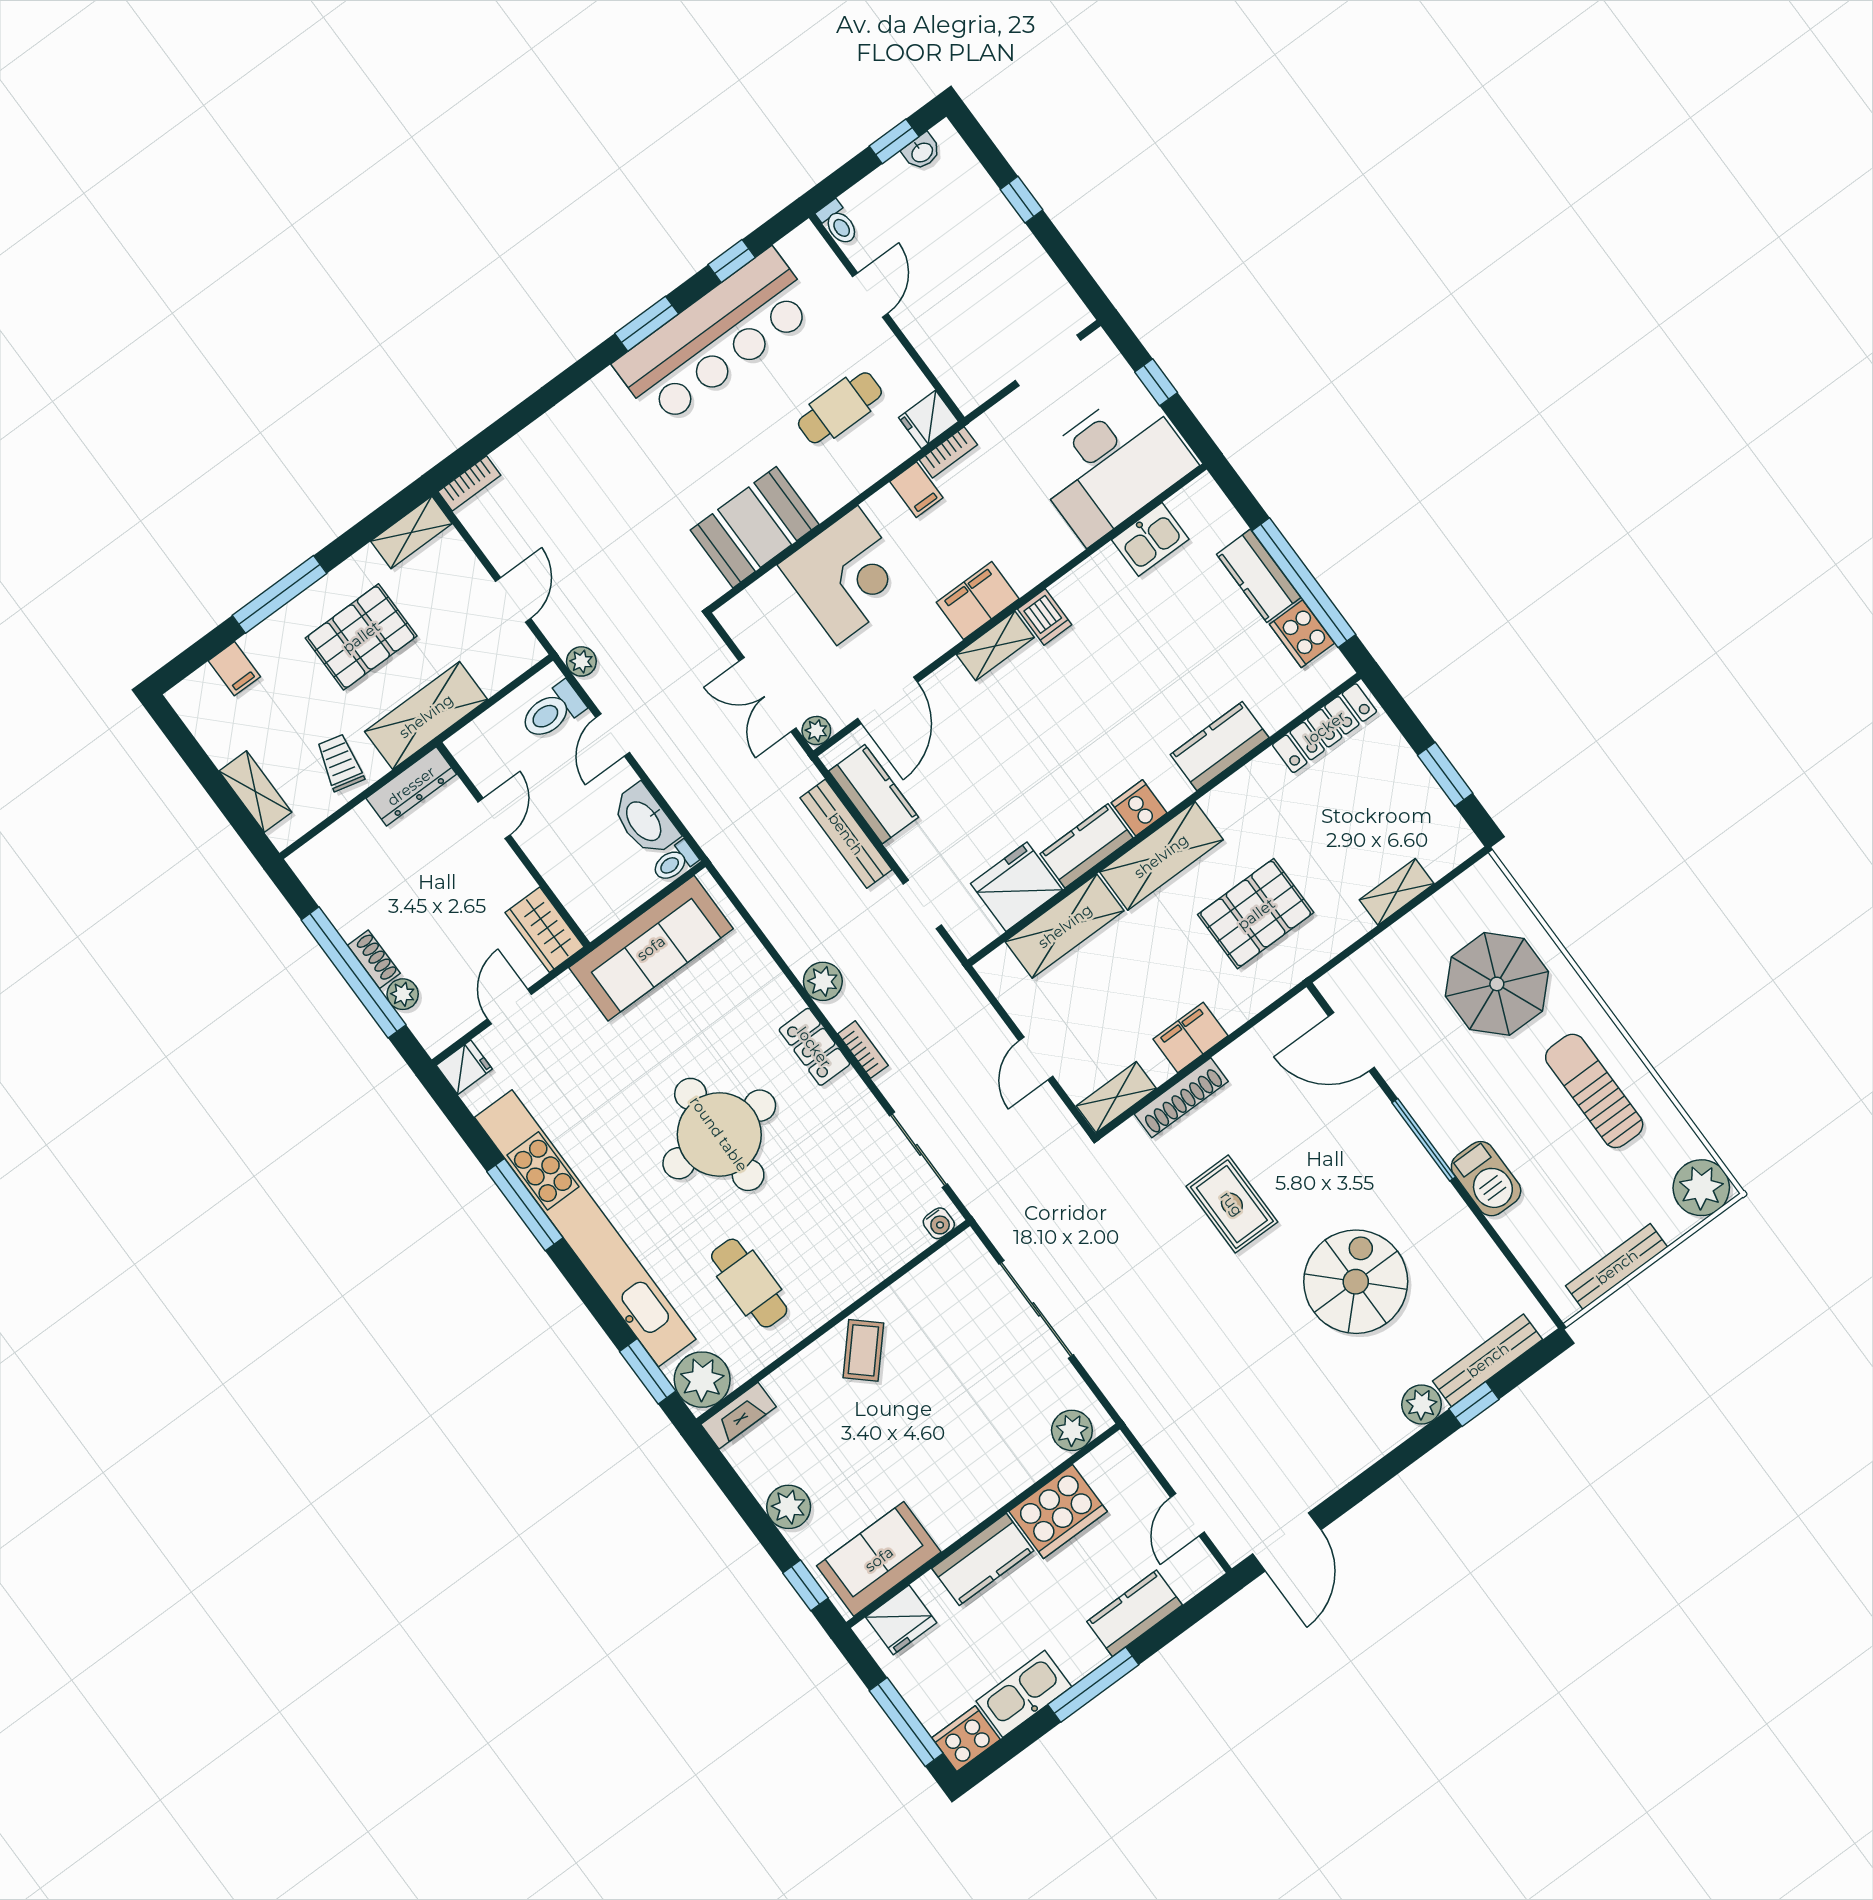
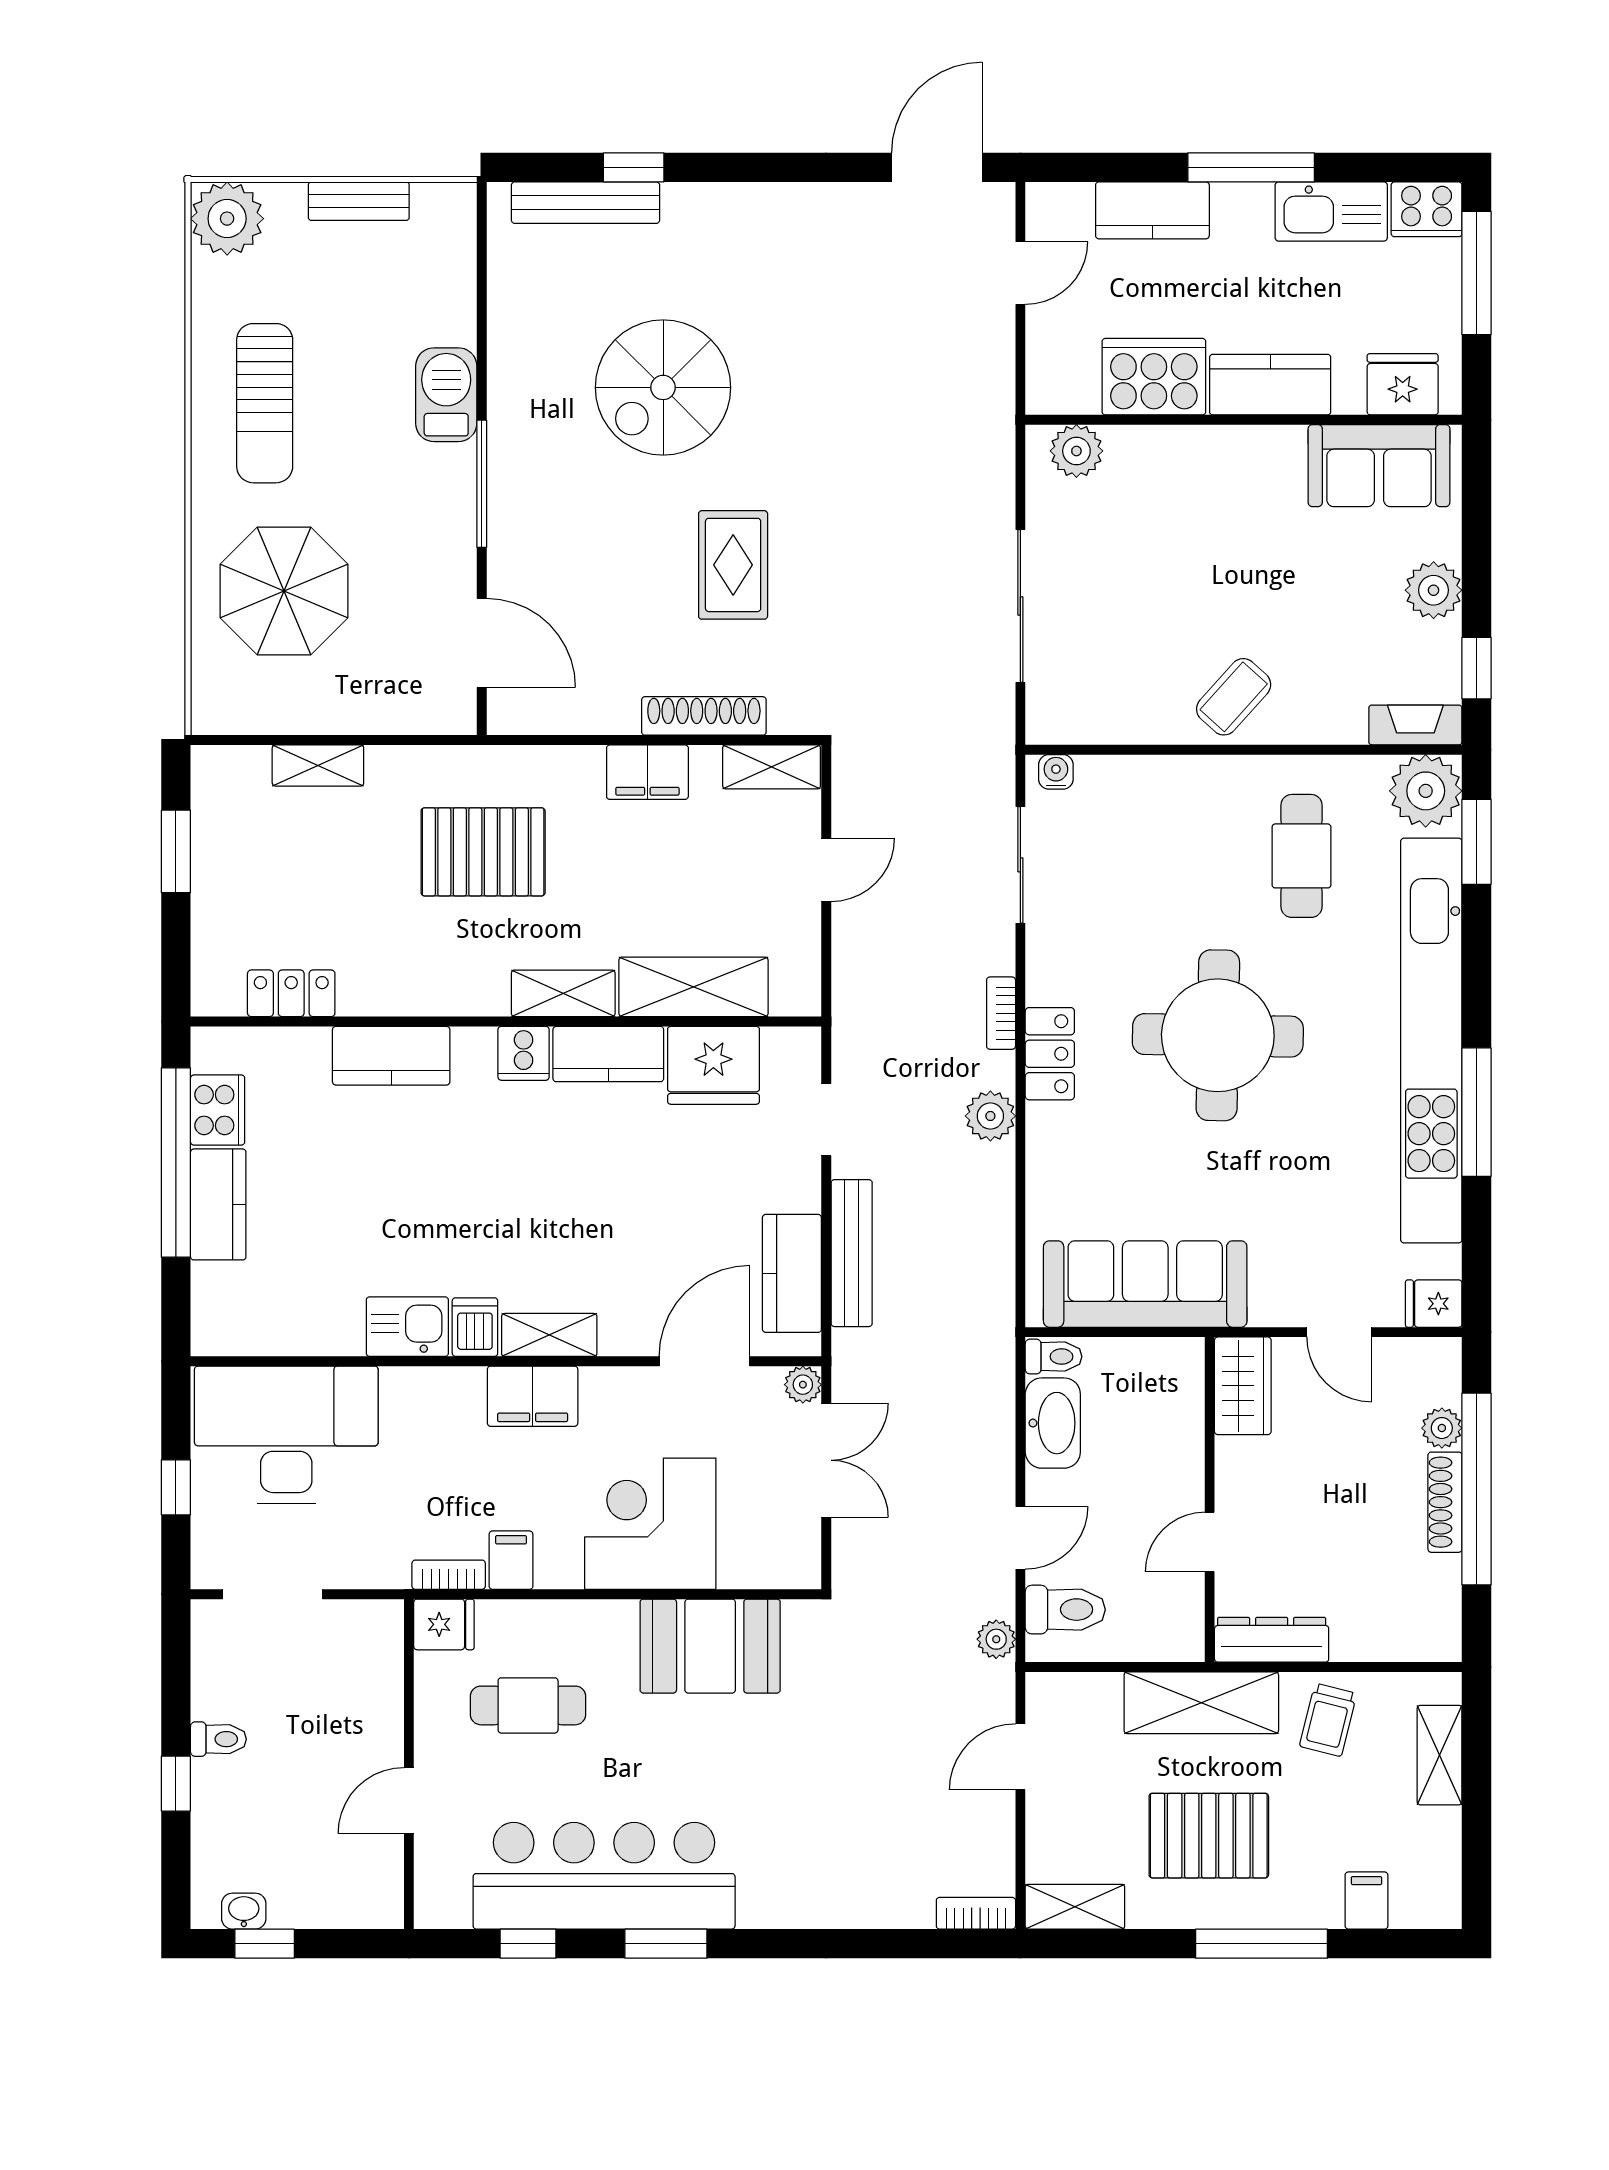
toilet: (838, 223) -> (218, 1739), moved, turned 90
kitchen sink: (1150, 539) -> (407, 1327), moved
locker: (1325, 728) -> (291, 993), width x0.66
shelving: (1161, 856) -> (563, 993), width x0.67, depth x0.75
shoe rack: (374, 959) -> (1445, 1502), width x1.43
door: (509, 1007) -> (1339, 1332), hinge flipped
bench: (1617, 1267) -> (359, 201), width x0.73
plant: (1422, 1404) -> (689, 207), removed
window: (806, 1585) -> (1477, 668), moved

